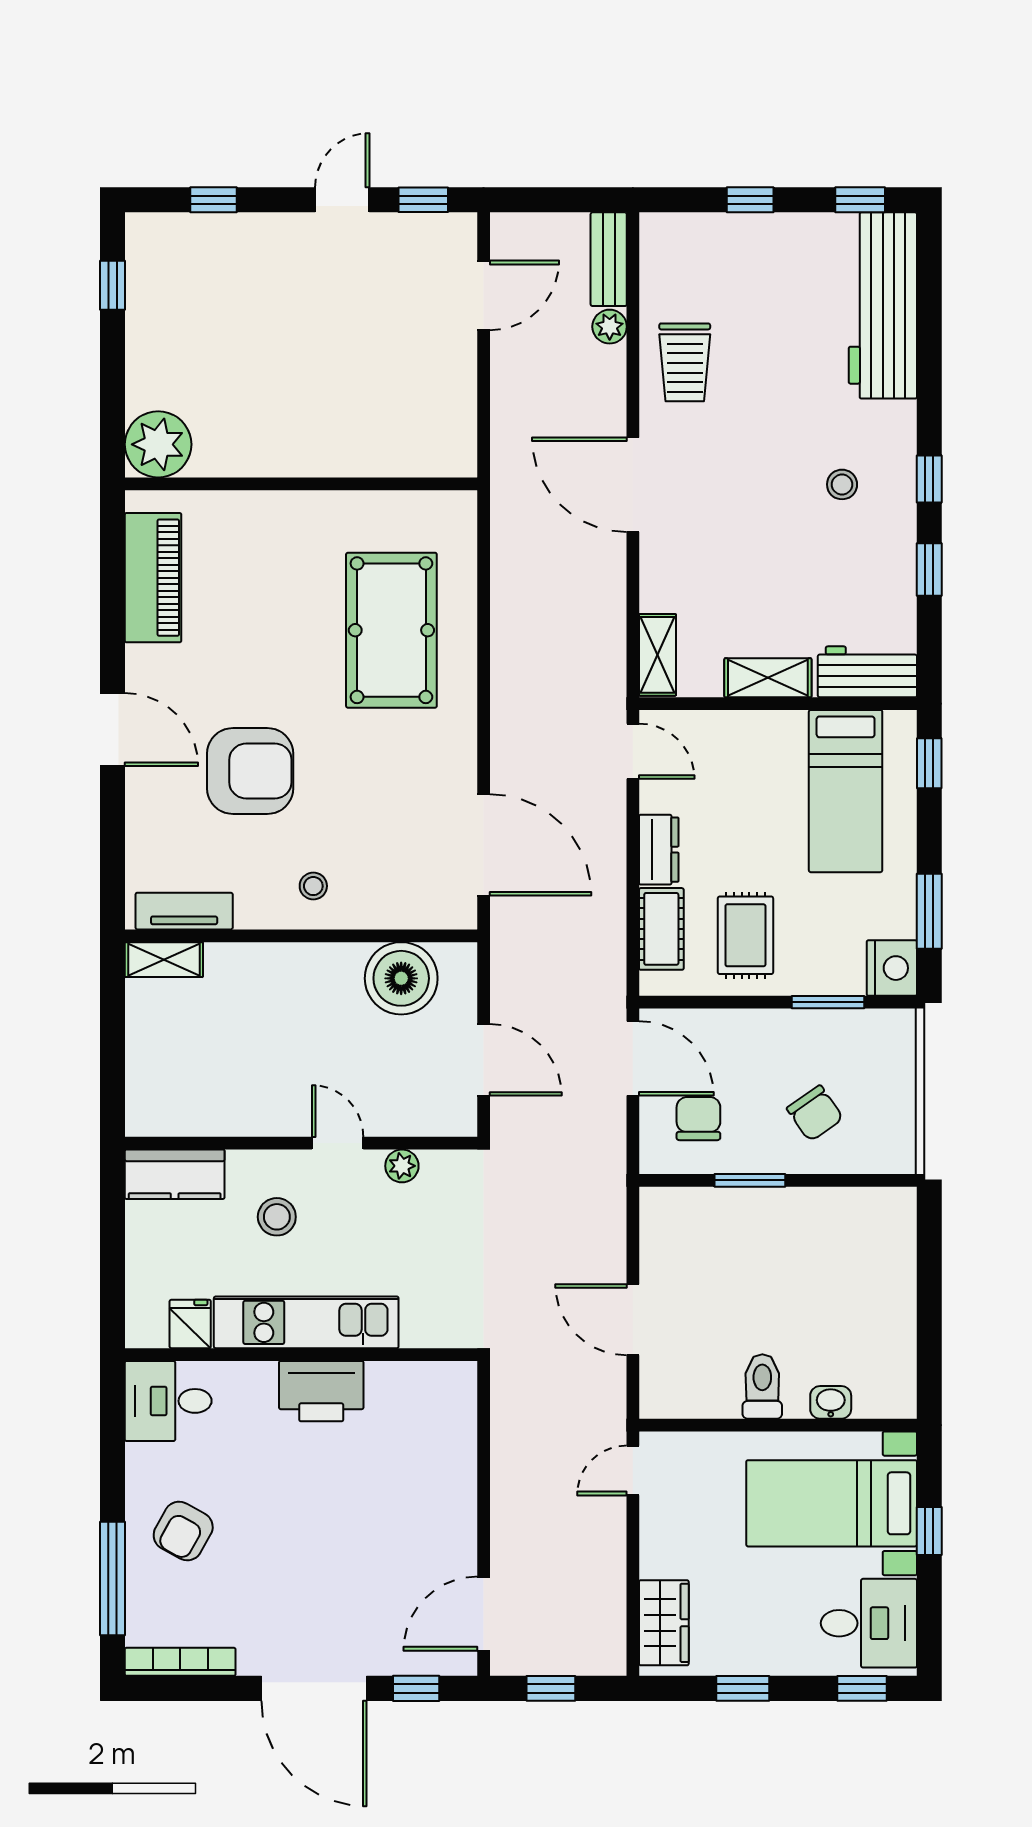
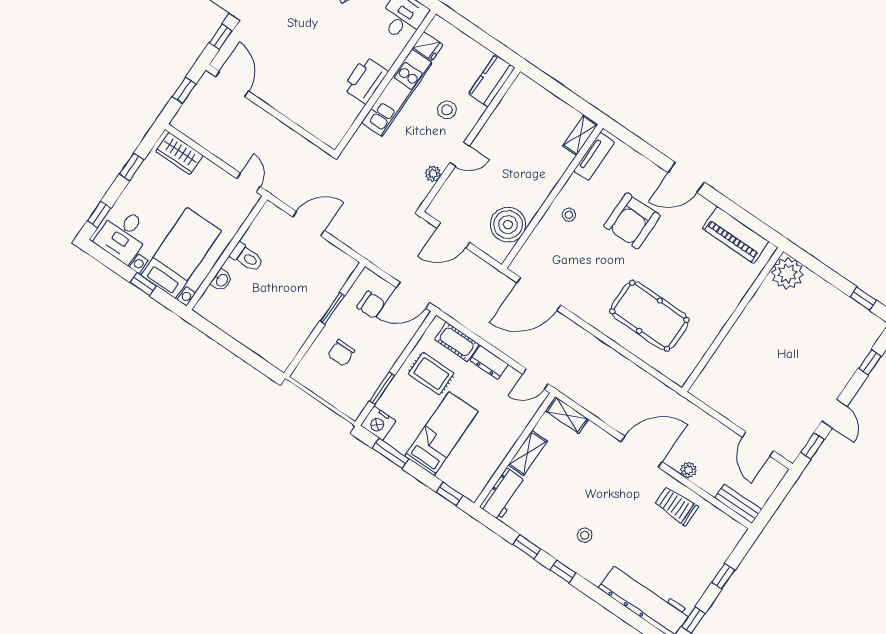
plant: (610, 327) -> (688, 470), moved
bed: (846, 791) -> (442, 434), moved, turned 90
chair: (815, 1113) -> (341, 353), turned -55

